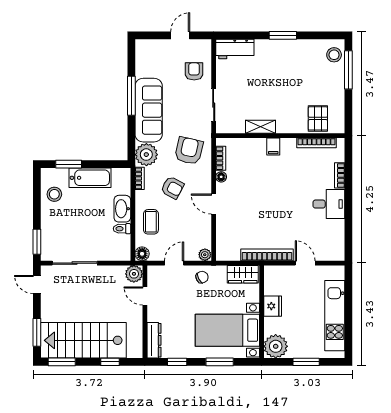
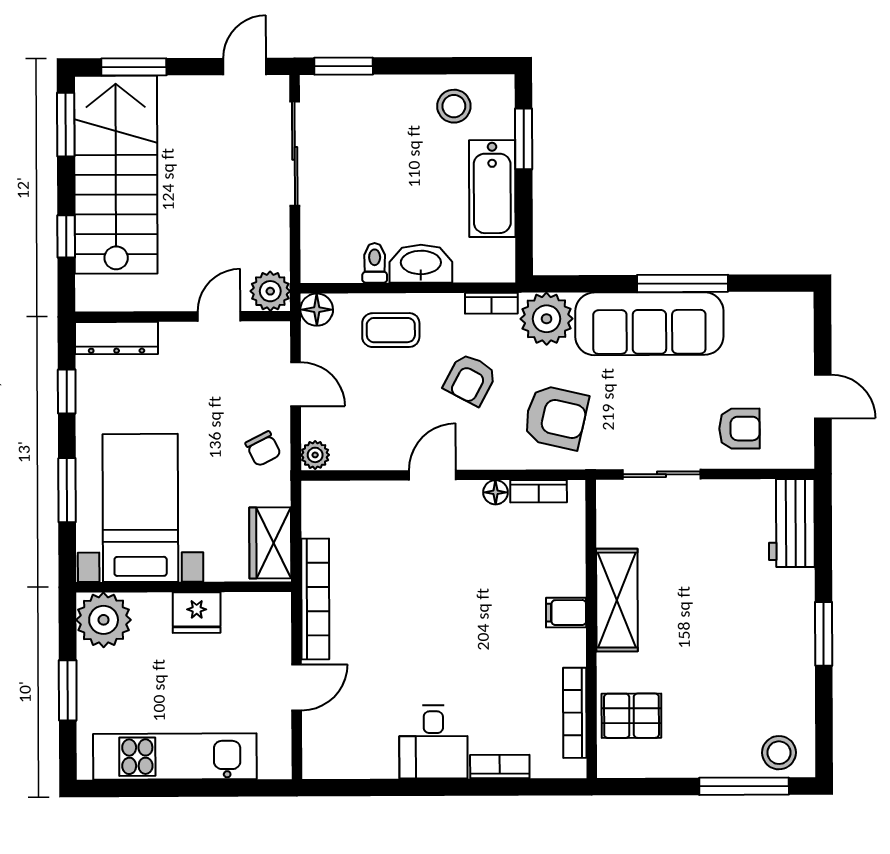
shelving: (260, 127) -> (617, 600), width x1.50, depth x1.33

